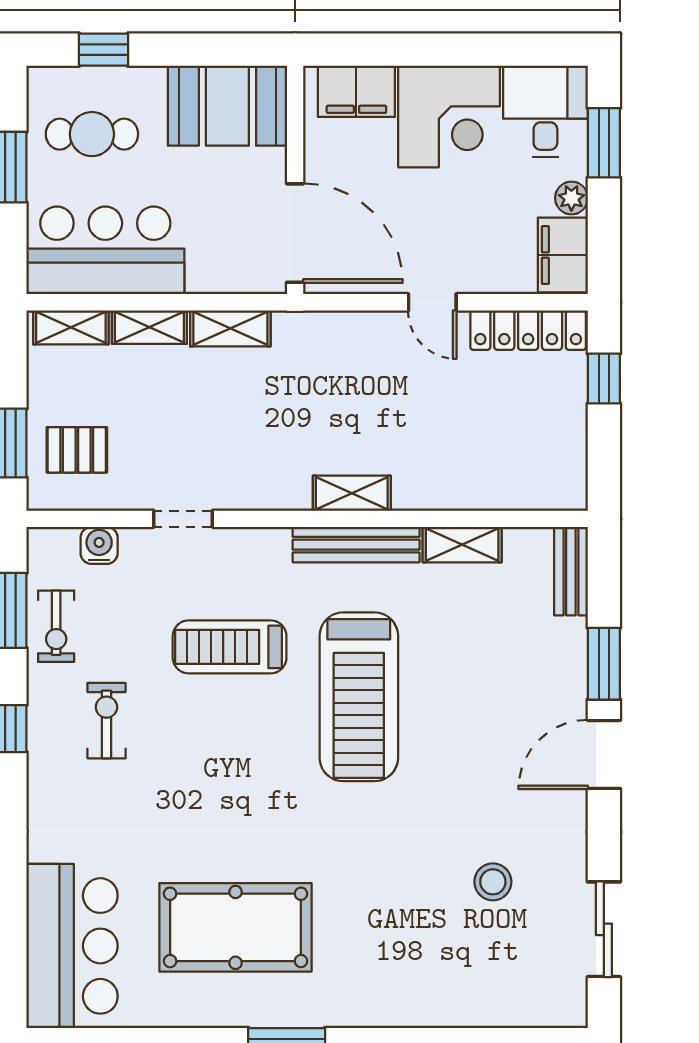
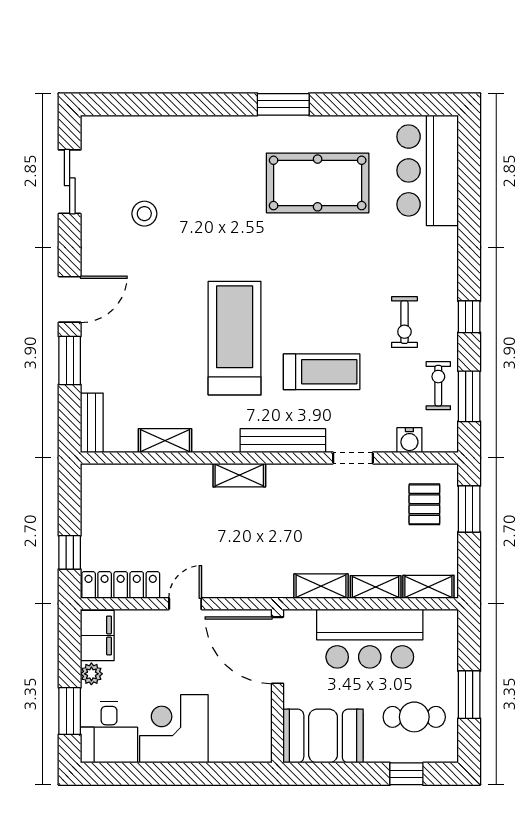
filing cabinet: (356, 91) -> (236, 746), removed
bar counter: (105, 250) -> (370, 639), moved
door: (432, 302) -> (185, 604), hinge flipped
pallet: (77, 450) -> (424, 504), turned 90
bench: (356, 545) -> (283, 441), moved

